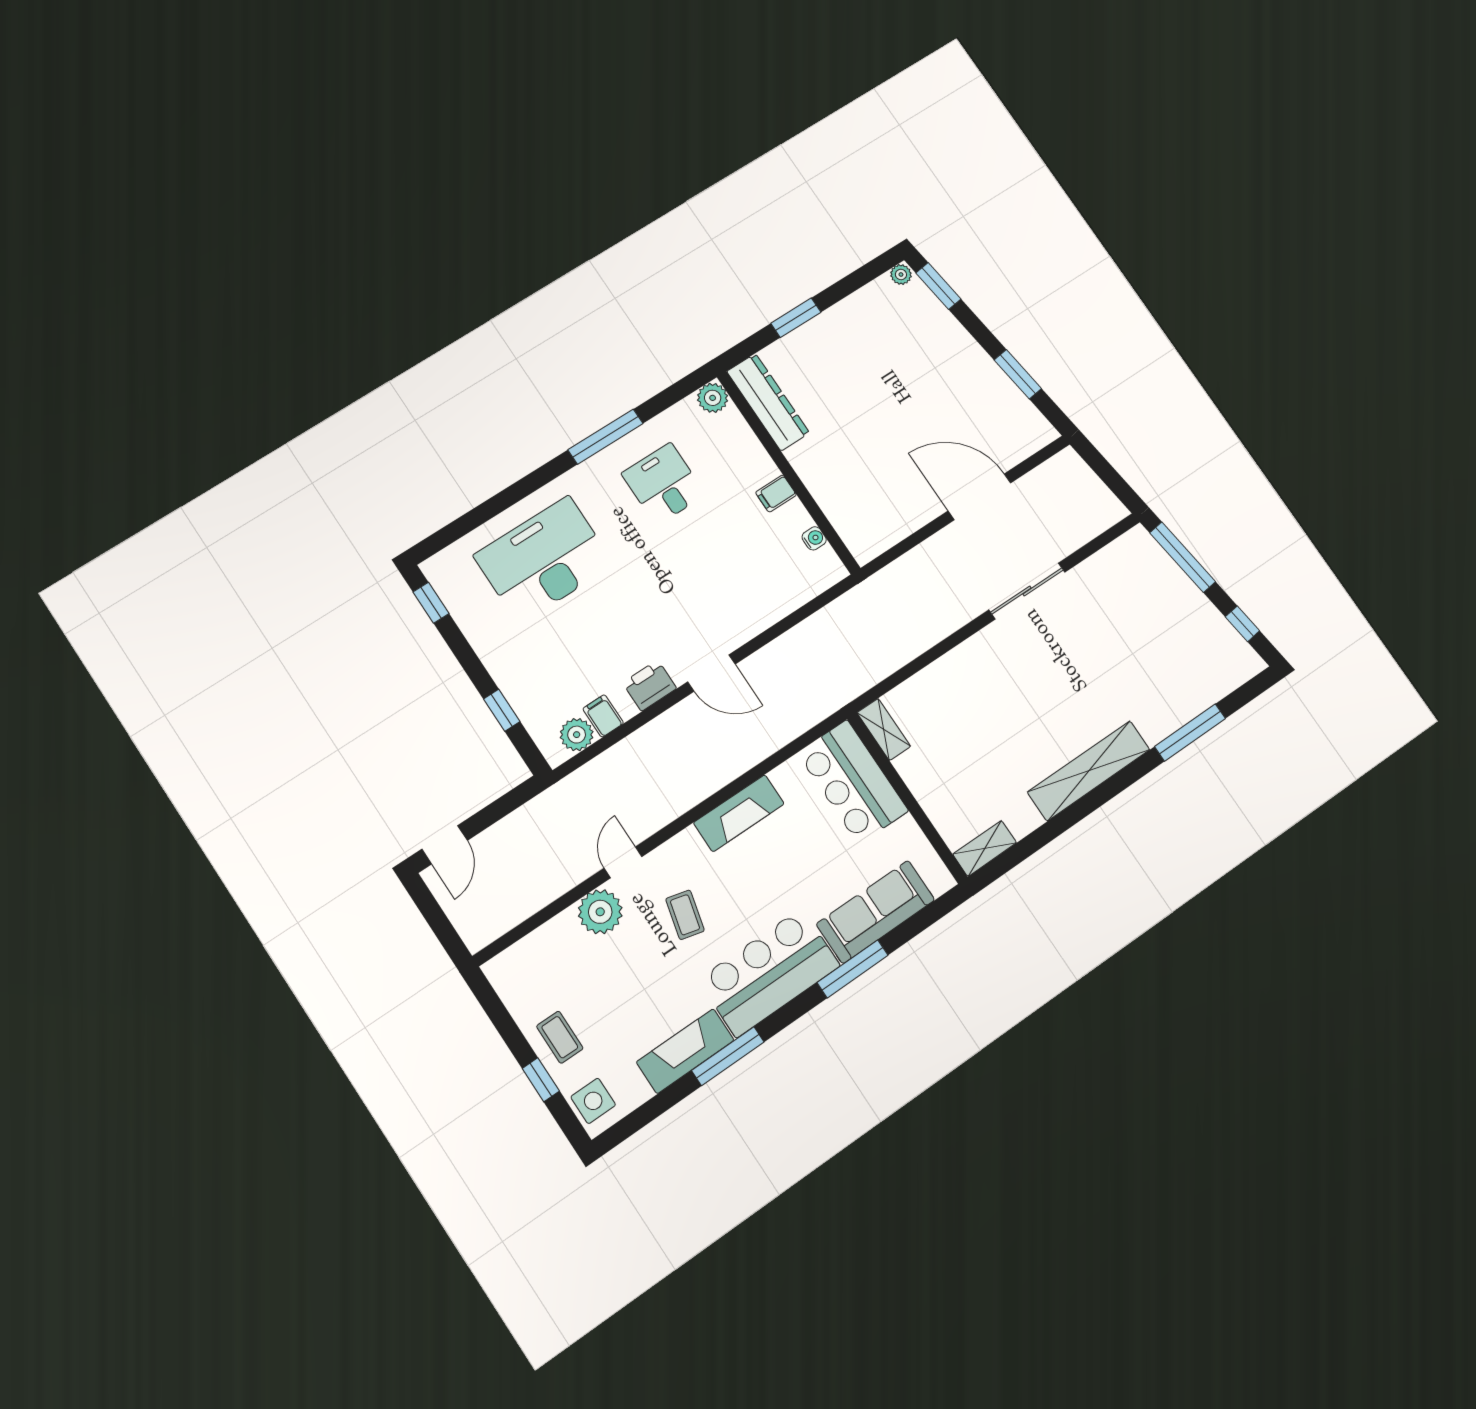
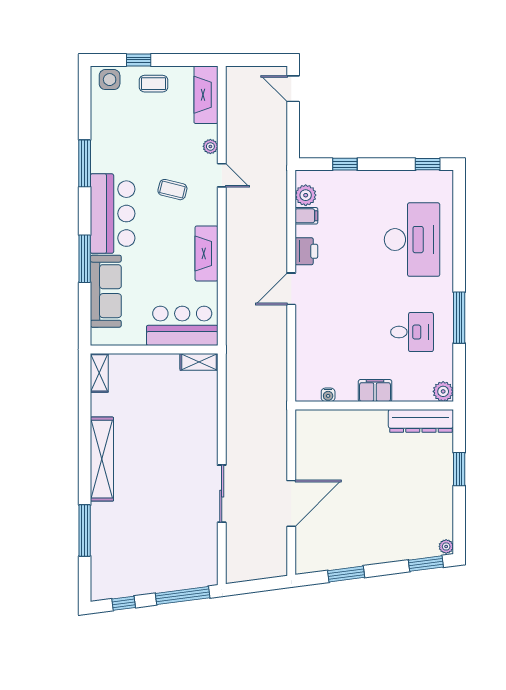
filing cabinet: (776, 494) -> (375, 391), width x2.00
plant: (600, 912) -> (210, 146), width x0.53, depth x0.53
fireplace: (685, 1051) -> (206, 95), moved, turned 180

